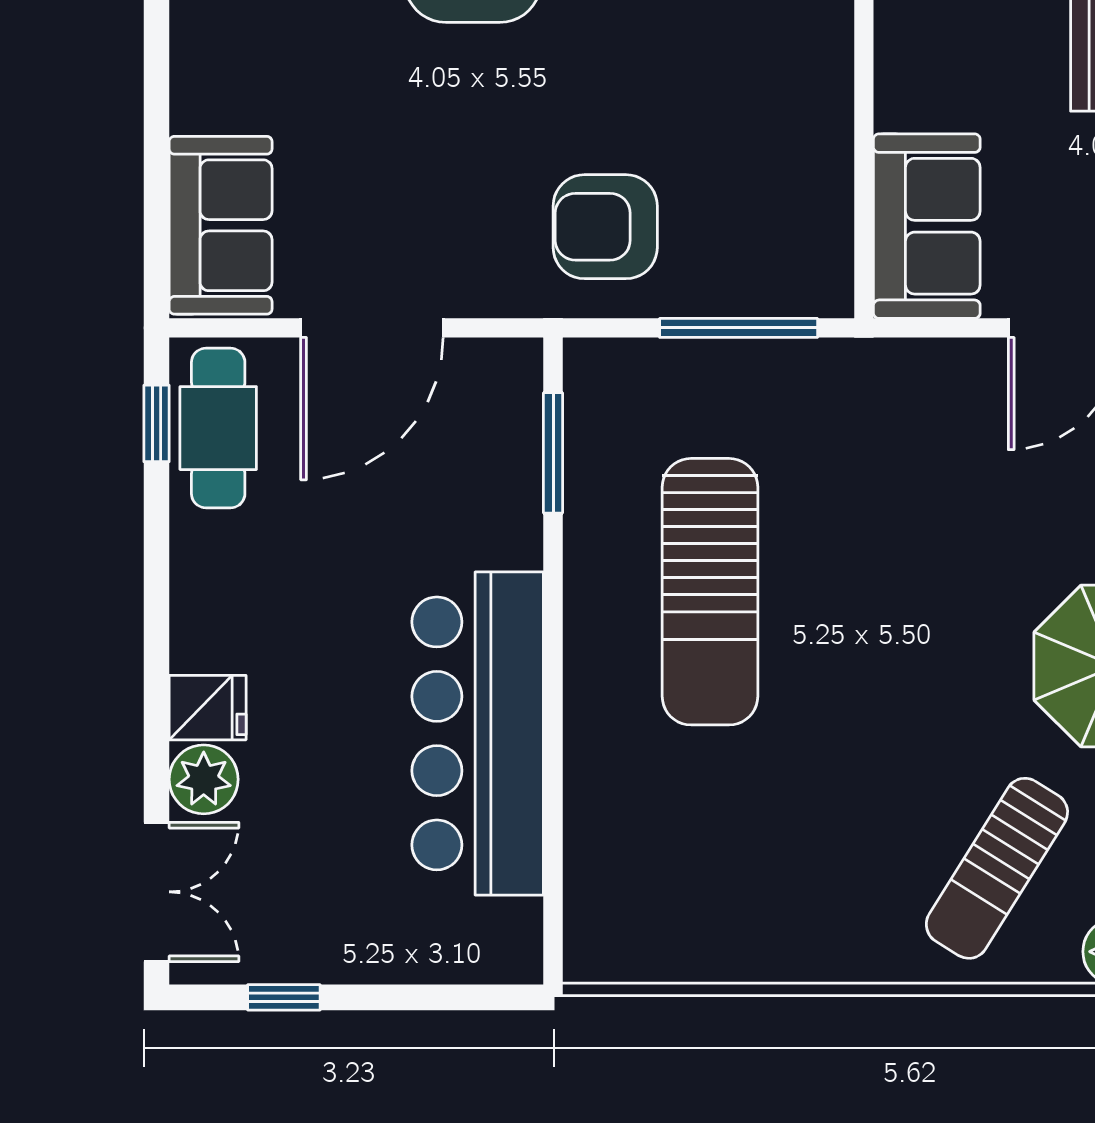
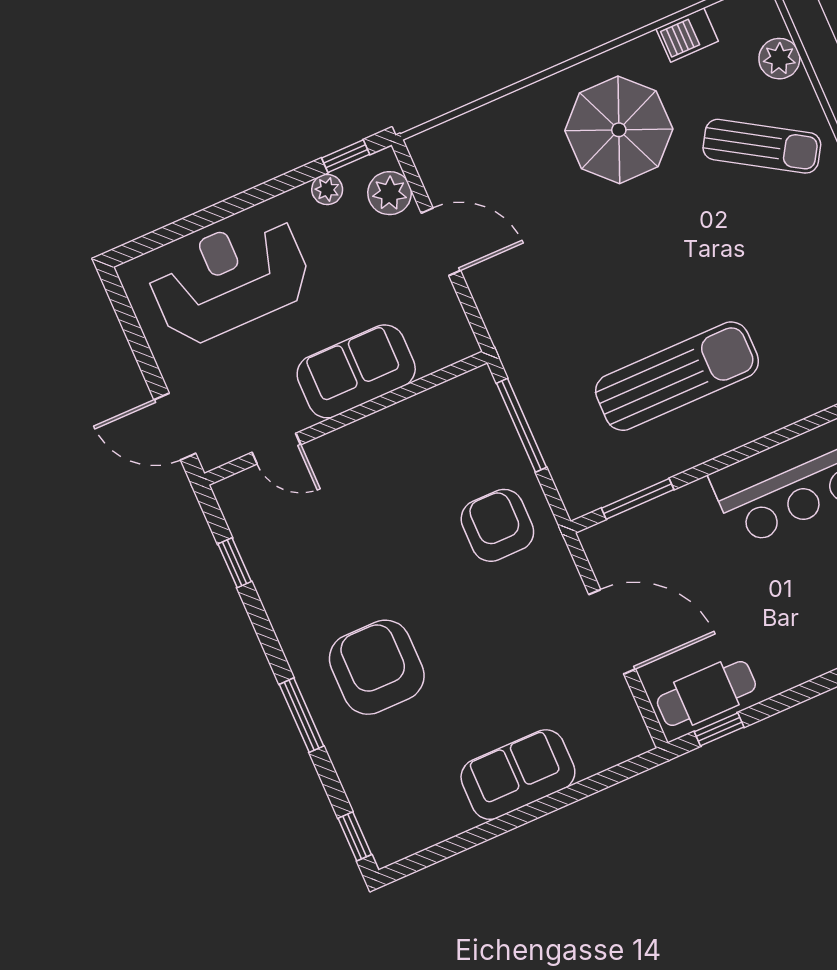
sofa: (221, 225) -> (518, 775), moved
sofa: (927, 226) -> (356, 371), moved
armchair: (605, 227) -> (497, 525), turned 180

